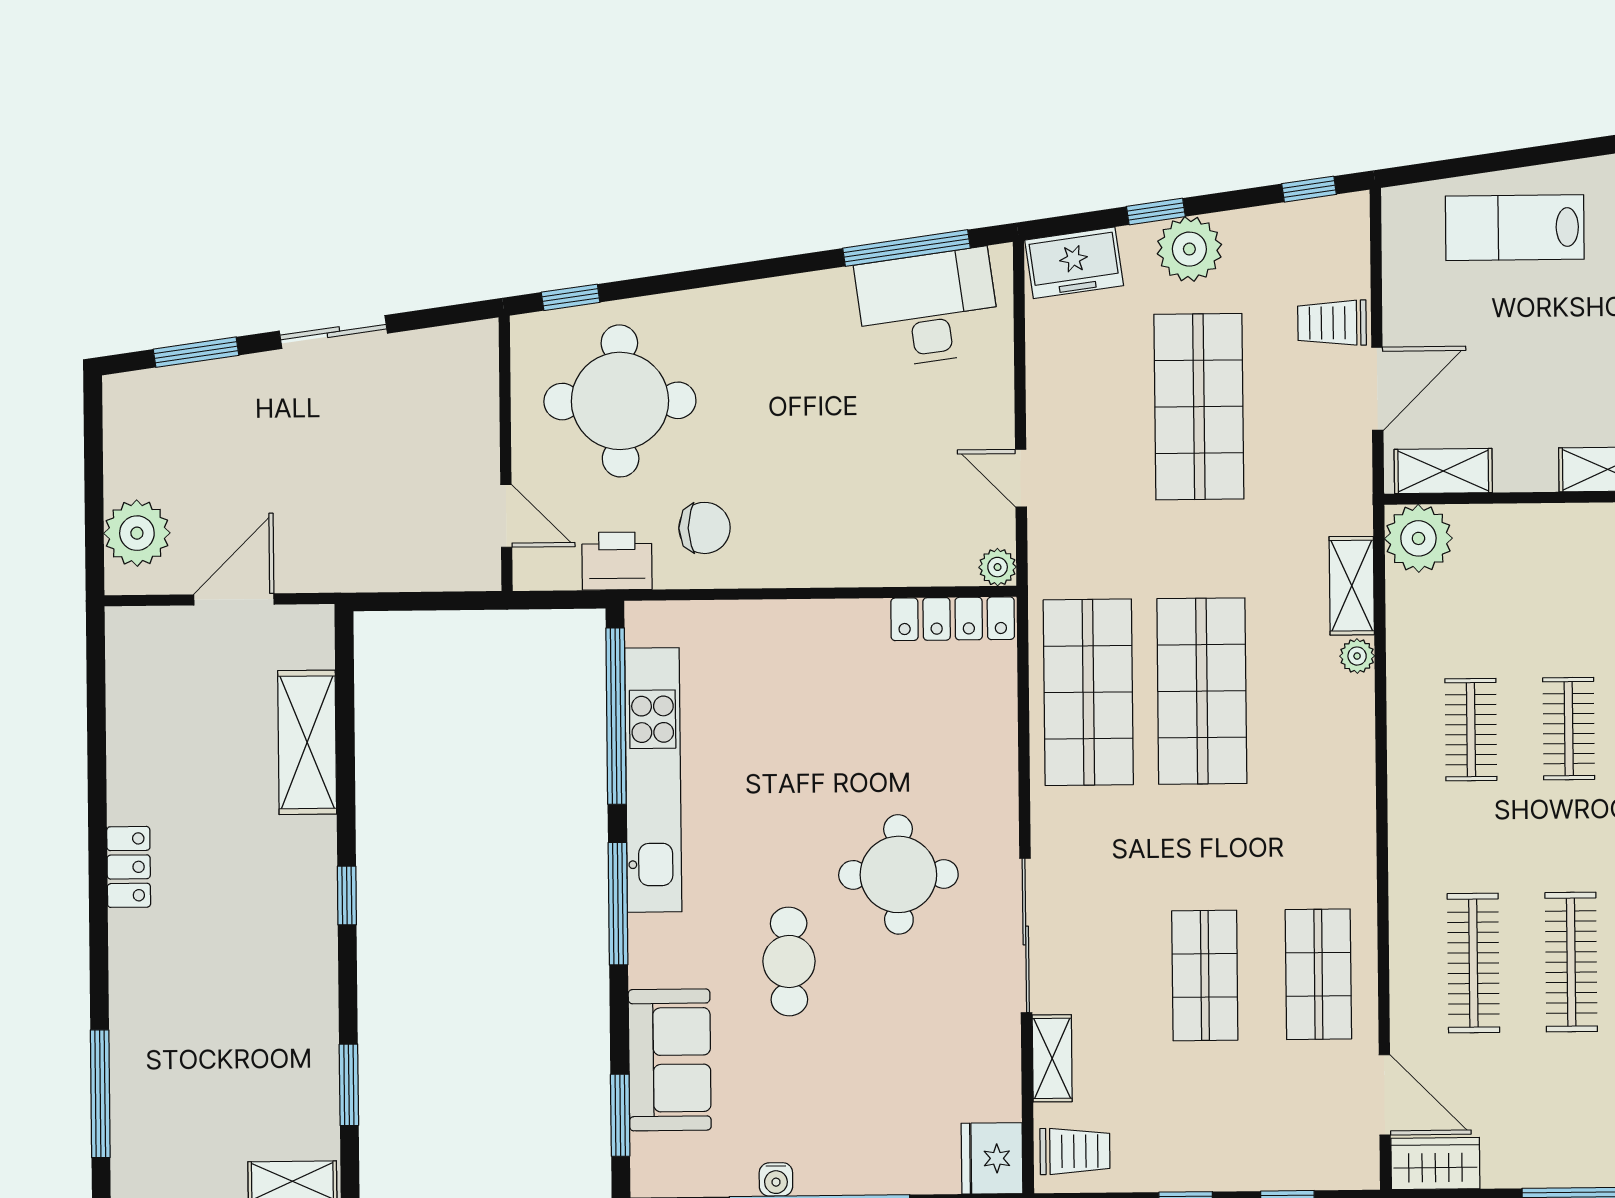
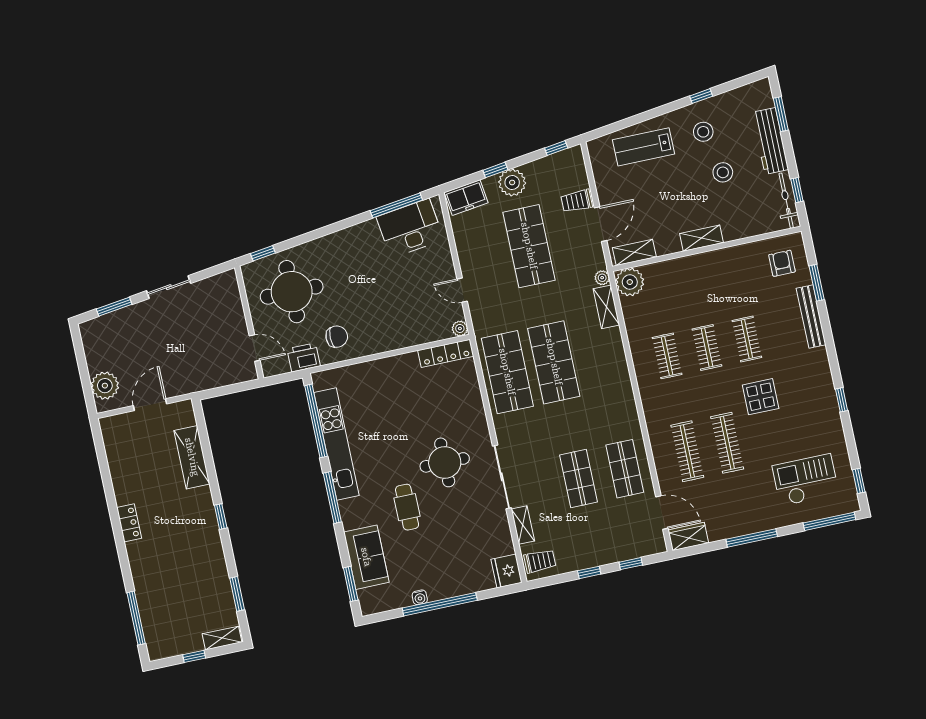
plant: (1357, 656) -> (602, 278), moved

